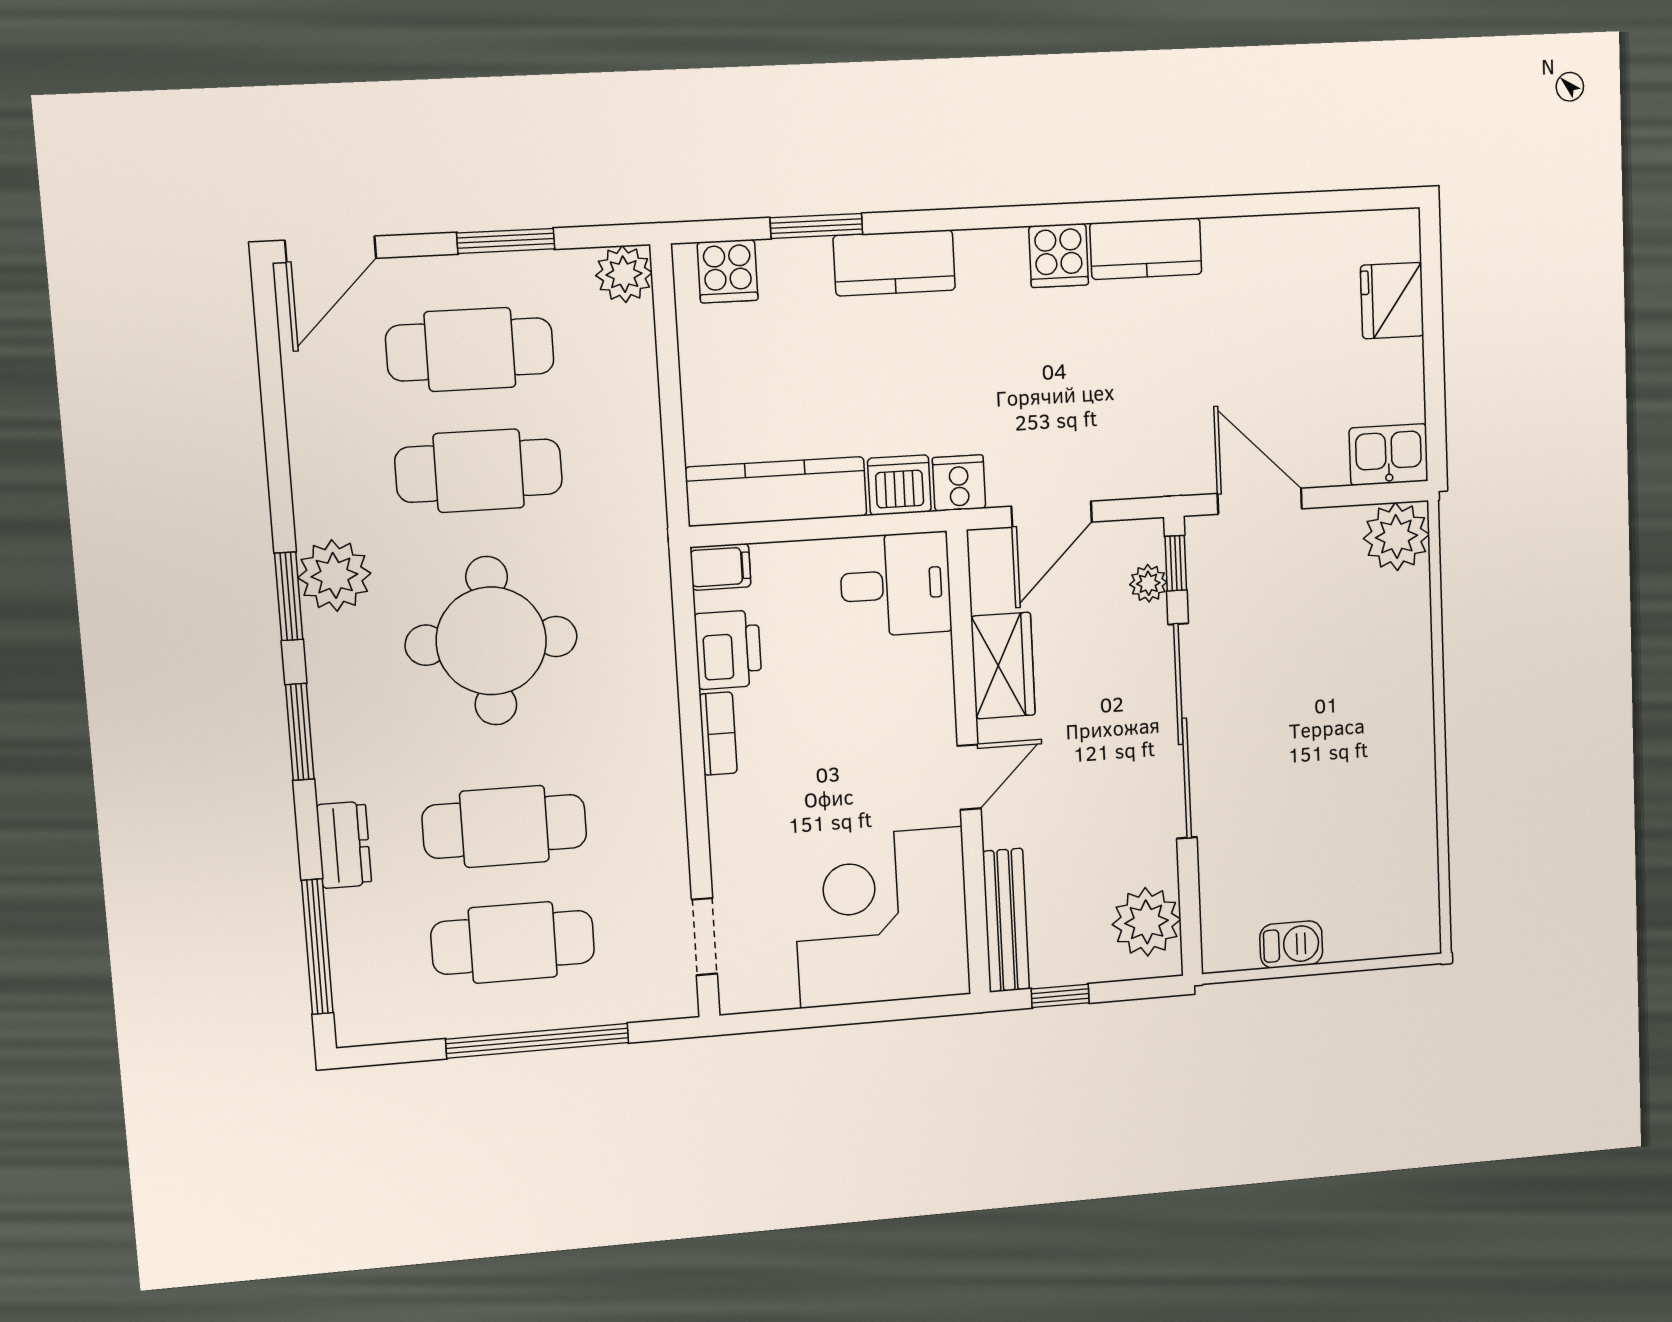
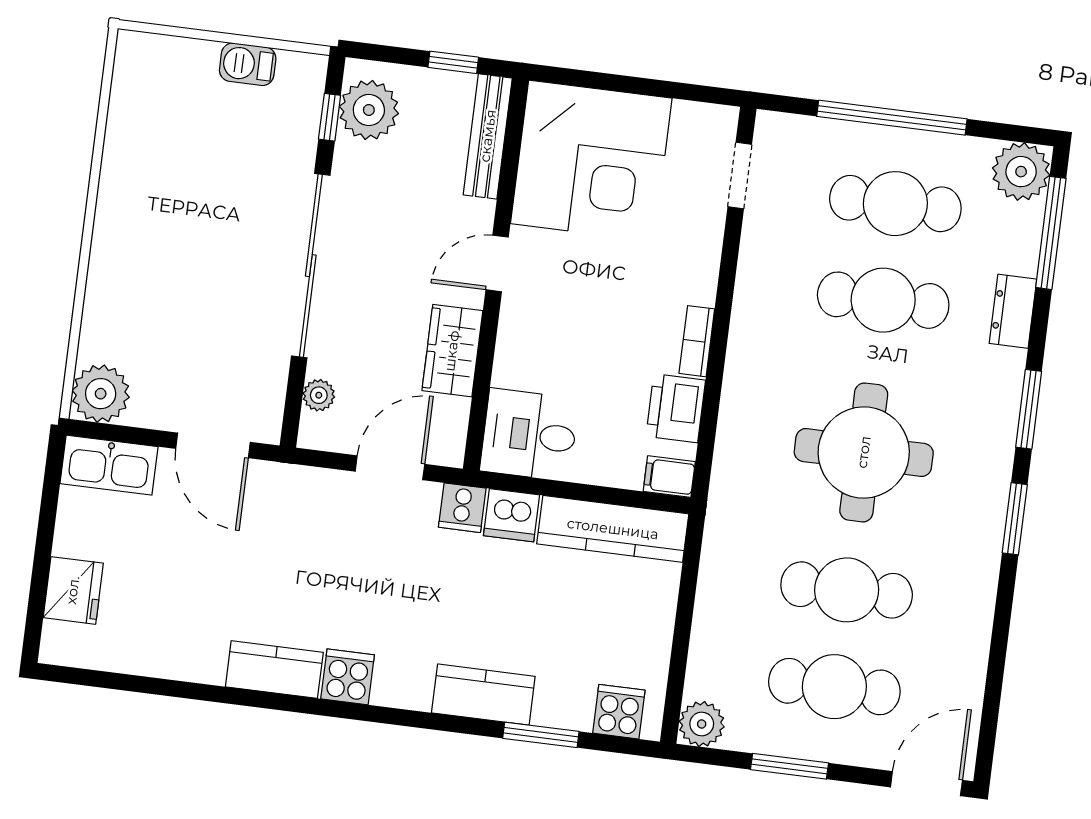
kitchen sink: (1389, 455) -> (109, 465), width x1.38
window: (1176, 563) -> (330, 117), moved
plant: (334, 575) -> (1021, 172), moved

